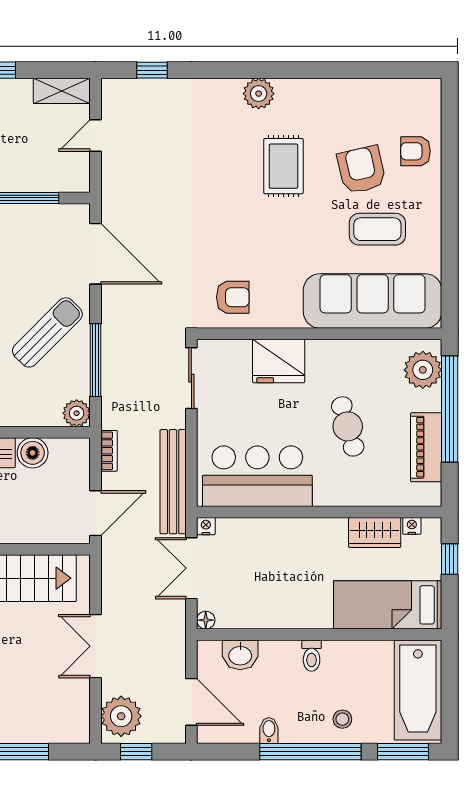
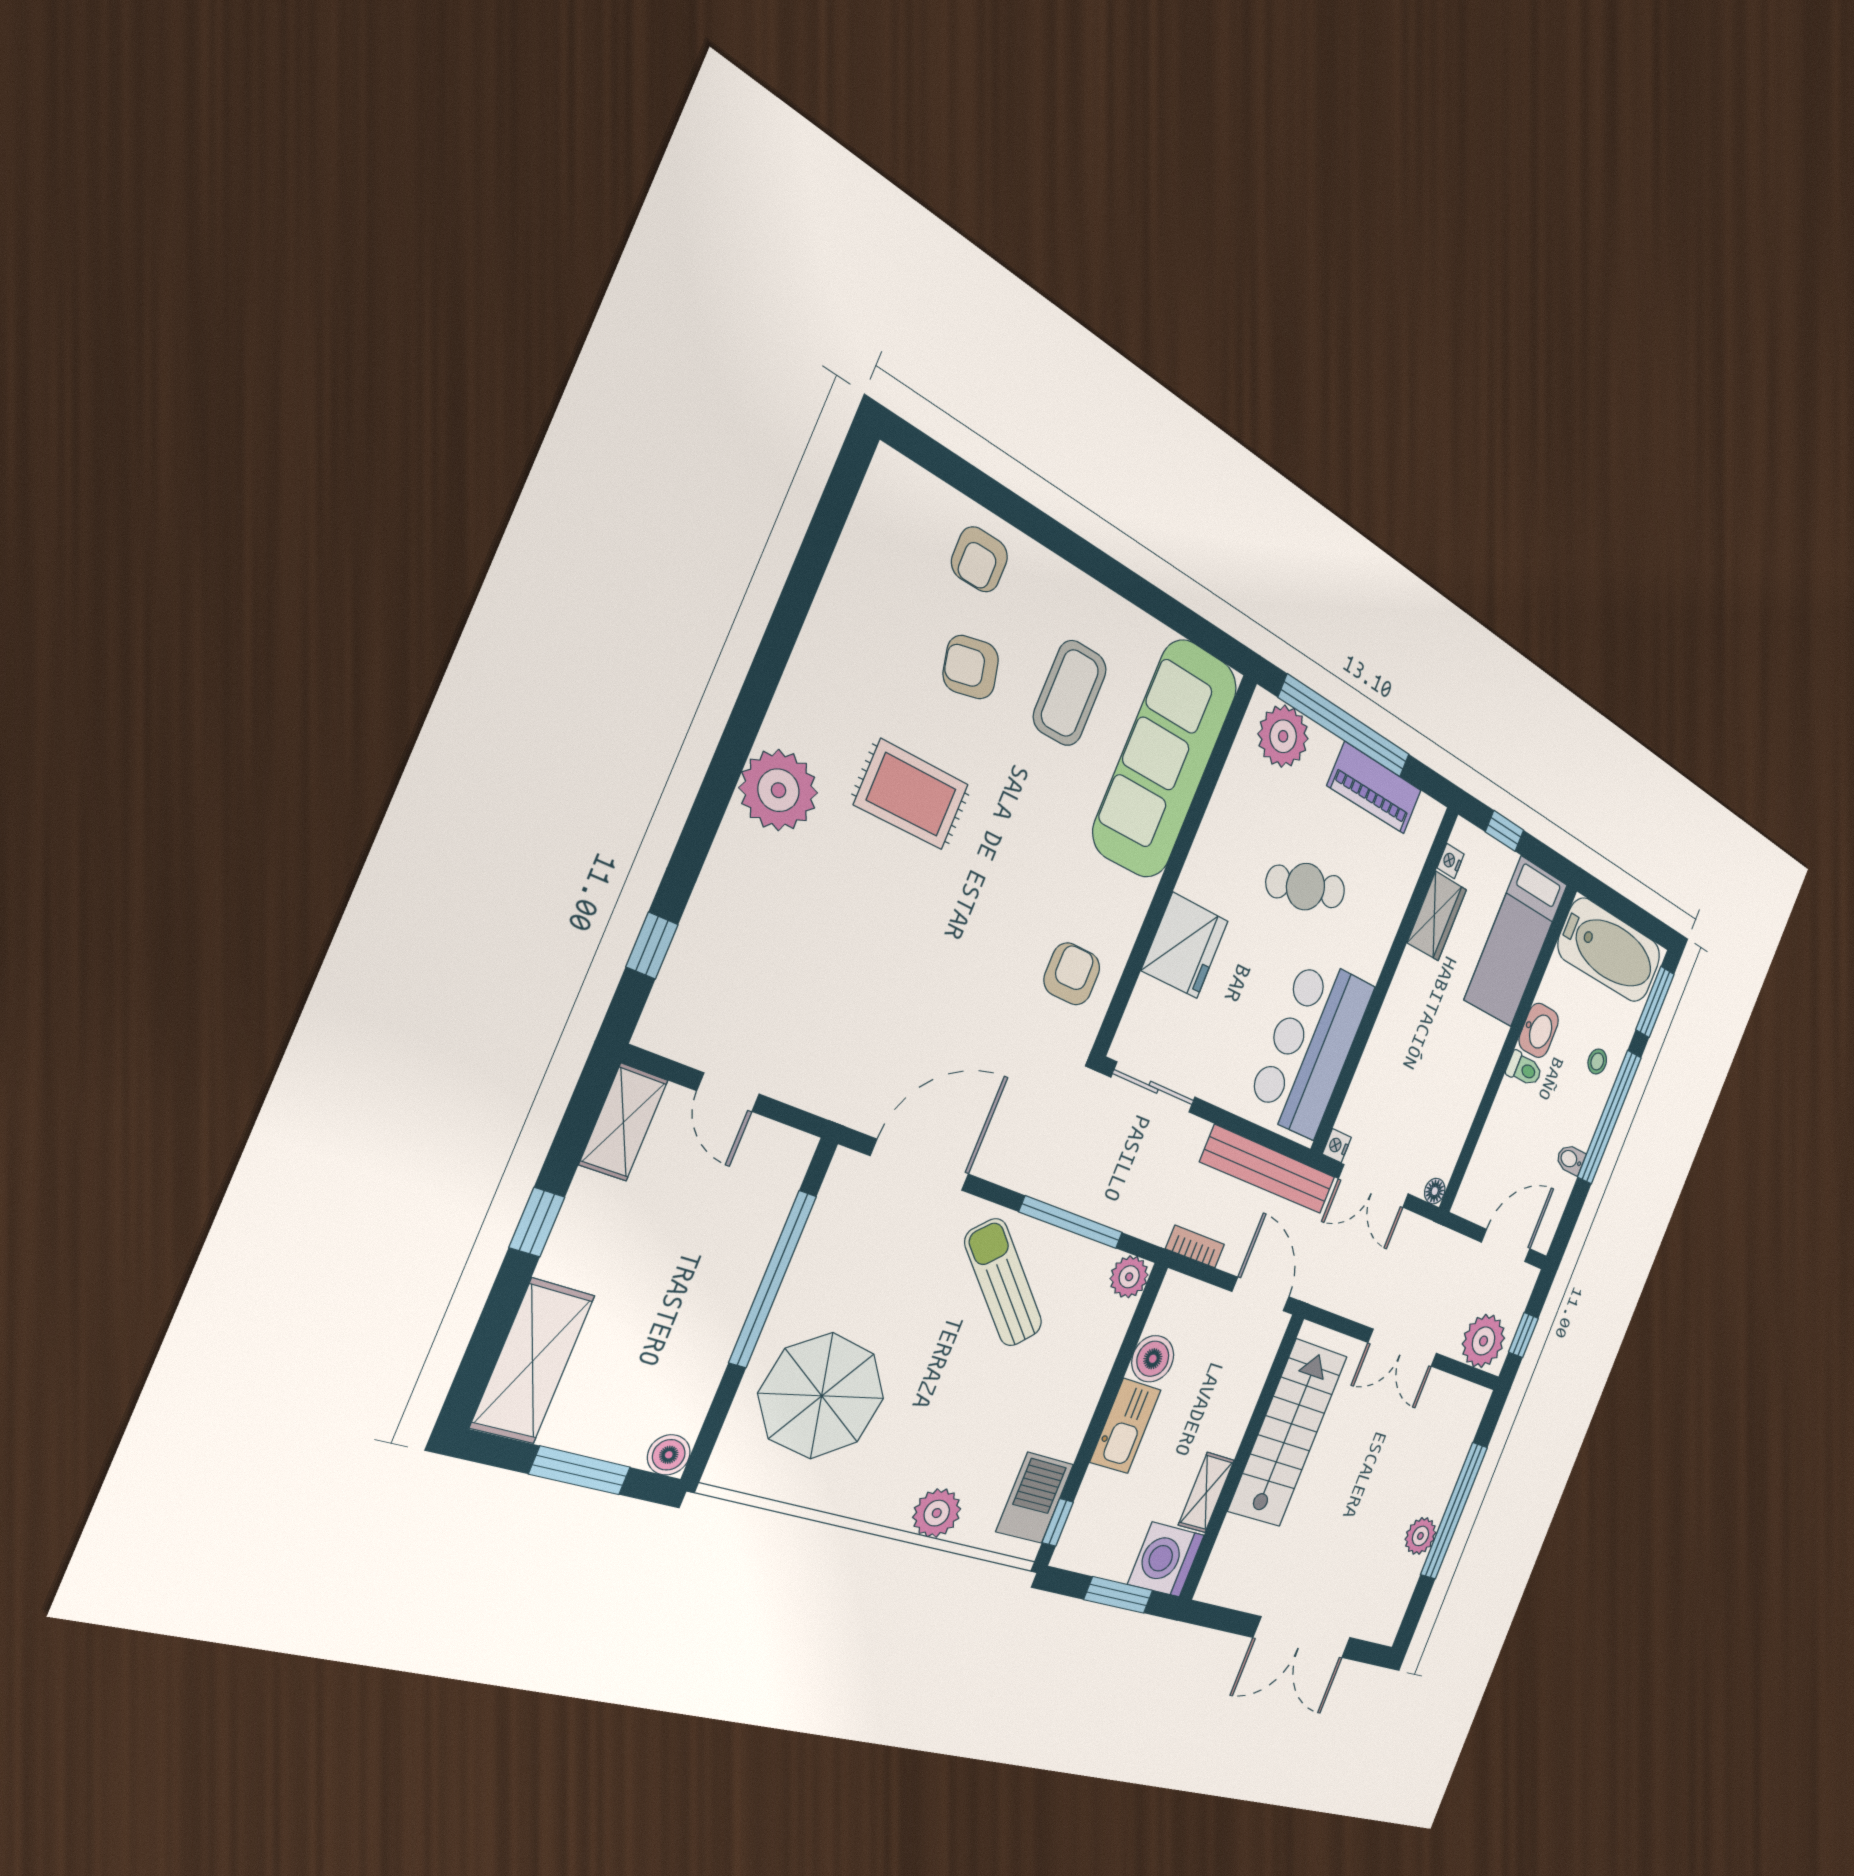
plant: (259, 94) -> (779, 790), width x1.36, depth x1.36
armchair: (361, 170) -> (971, 667), width x0.72, depth x0.72
washbasin: (240, 655) -> (1539, 1030), moved

